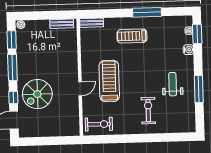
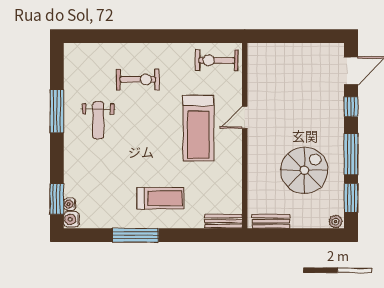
water cooler: (188, 50) -> (72, 219), moved
spiral stairs: (37, 94) -> (304, 170), moved
exercise bike: (148, 111) -> (138, 80), turned -90

